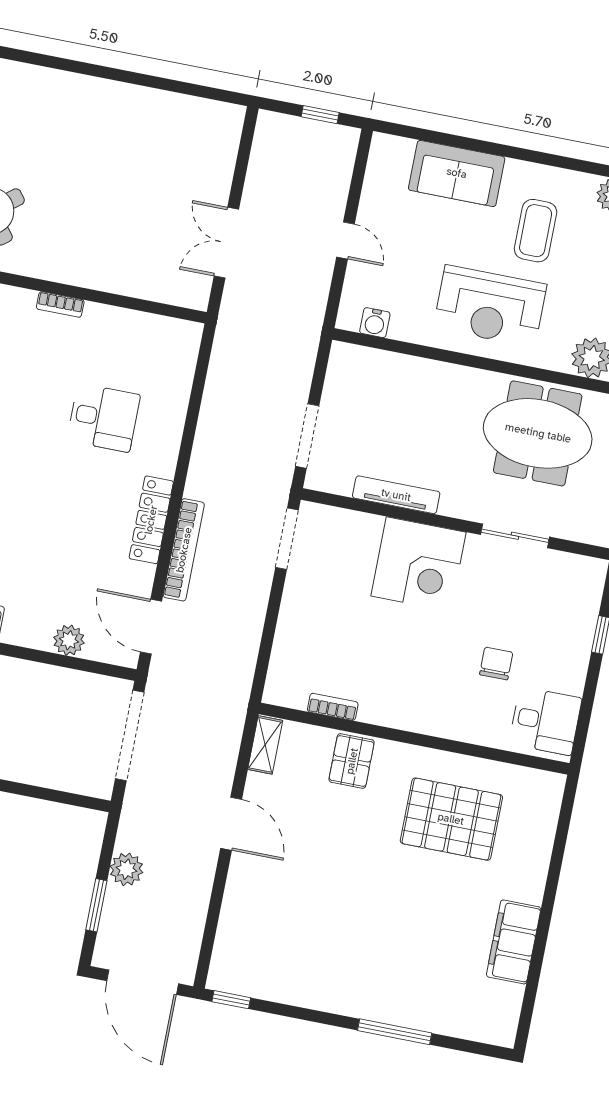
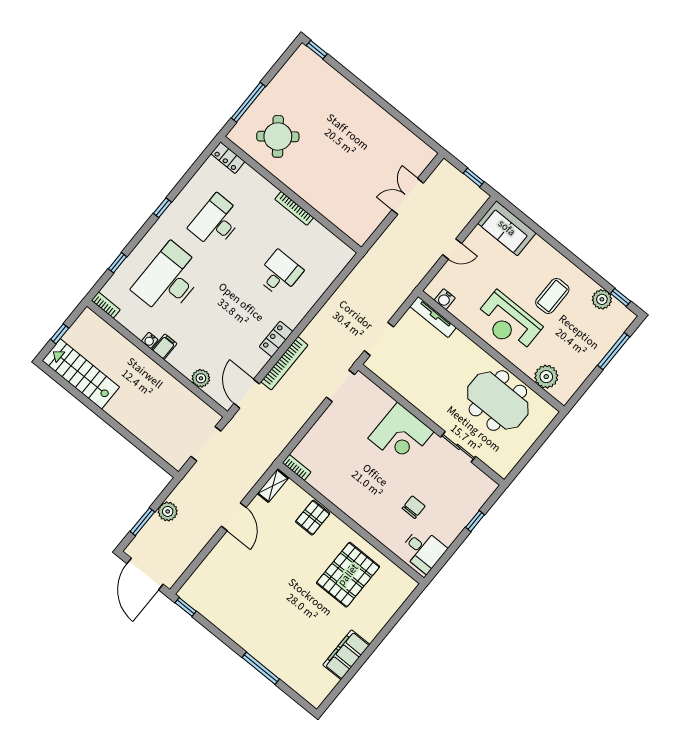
sofa: (457, 173) -> (507, 228), moved
door: (346, 241) -> (452, 249), hinge flipped
double door: (226, 243) -> (408, 196), moved
bookcase: (60, 304) -> (294, 208), width x1.56
desk: (103, 418) -> (280, 274), turned -90
tv unit: (396, 495) -> (433, 317), moved, turned 180
locker: (151, 520) -> (276, 339), width x0.66
bookcase: (333, 707) -> (297, 467), moved
doorway: (130, 736) -> (206, 444), width x0.73
pallet: (451, 819) -> (348, 575), turned 90

